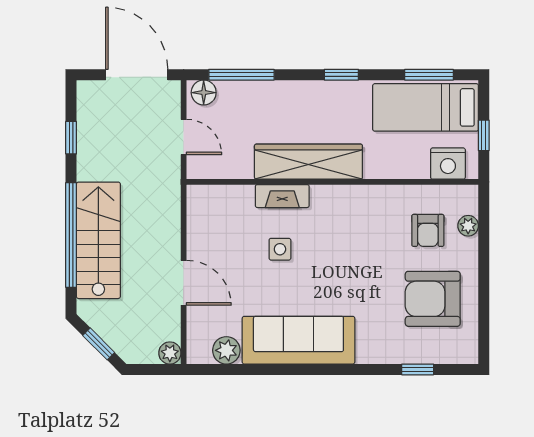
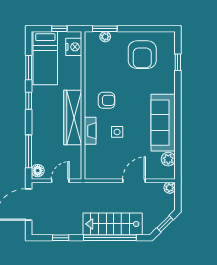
window: (429, 75) -> (29, 68), moved
window: (484, 225) -> (105, 29), added
armchair: (428, 230) -> (106, 100), moved

